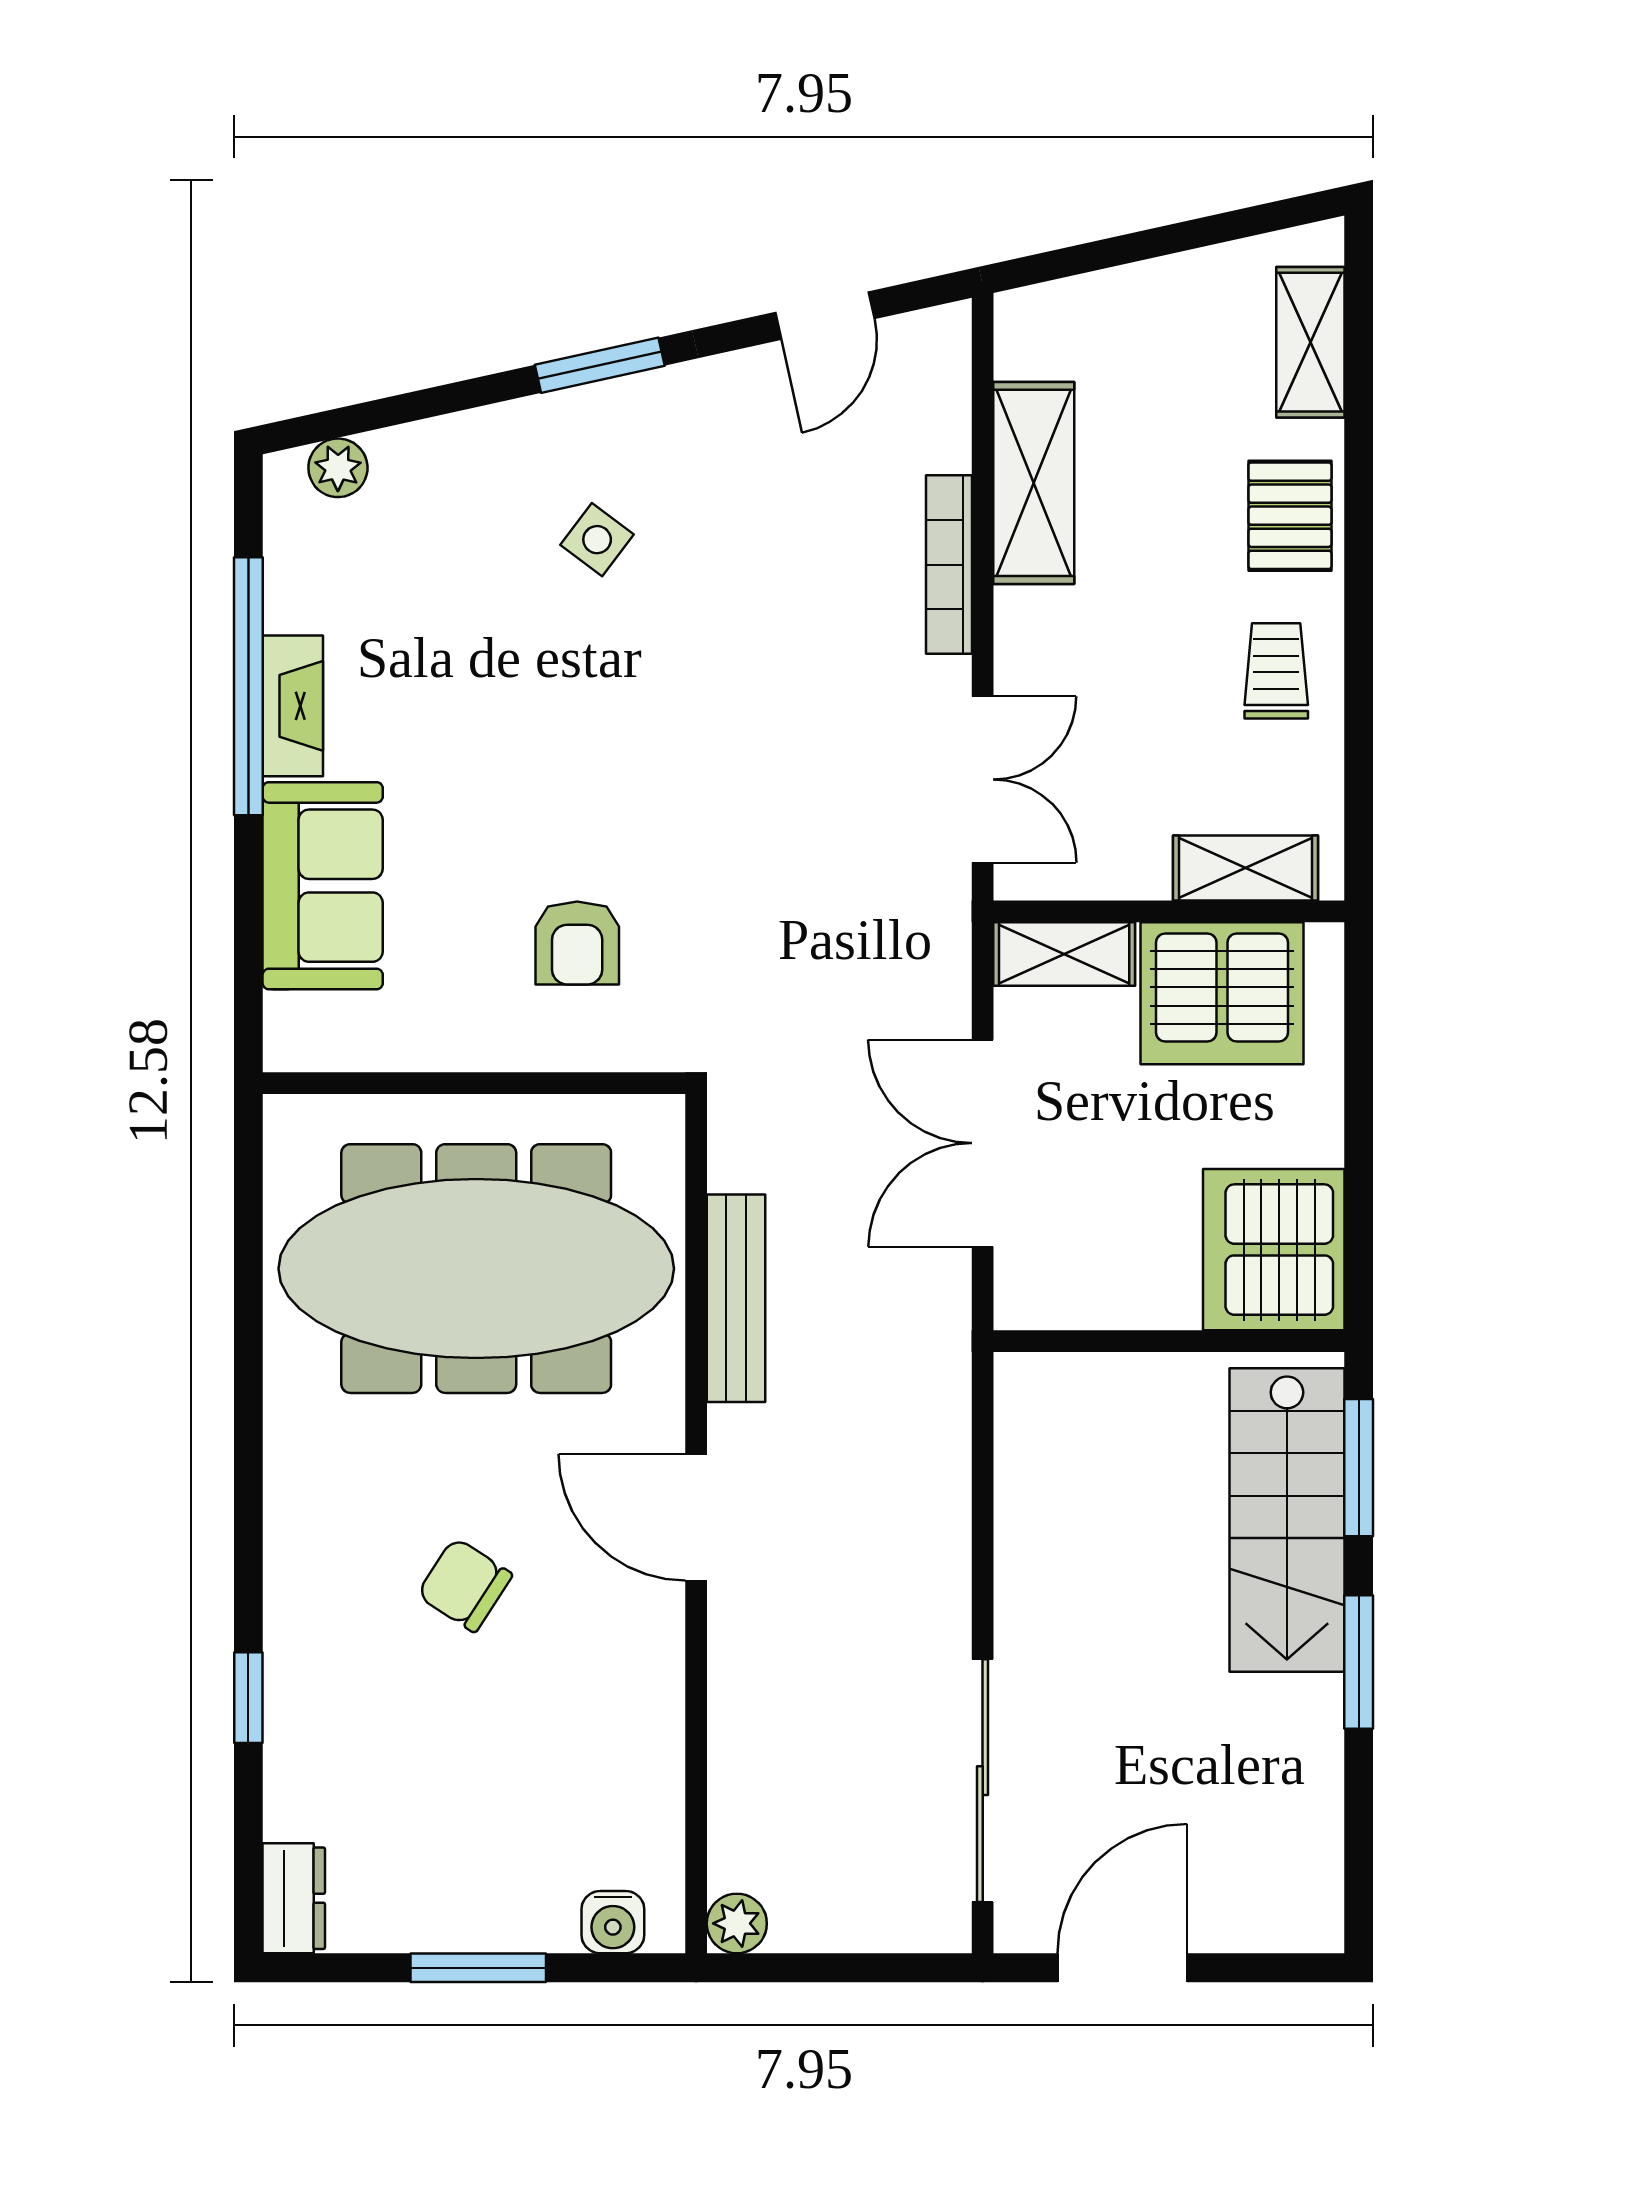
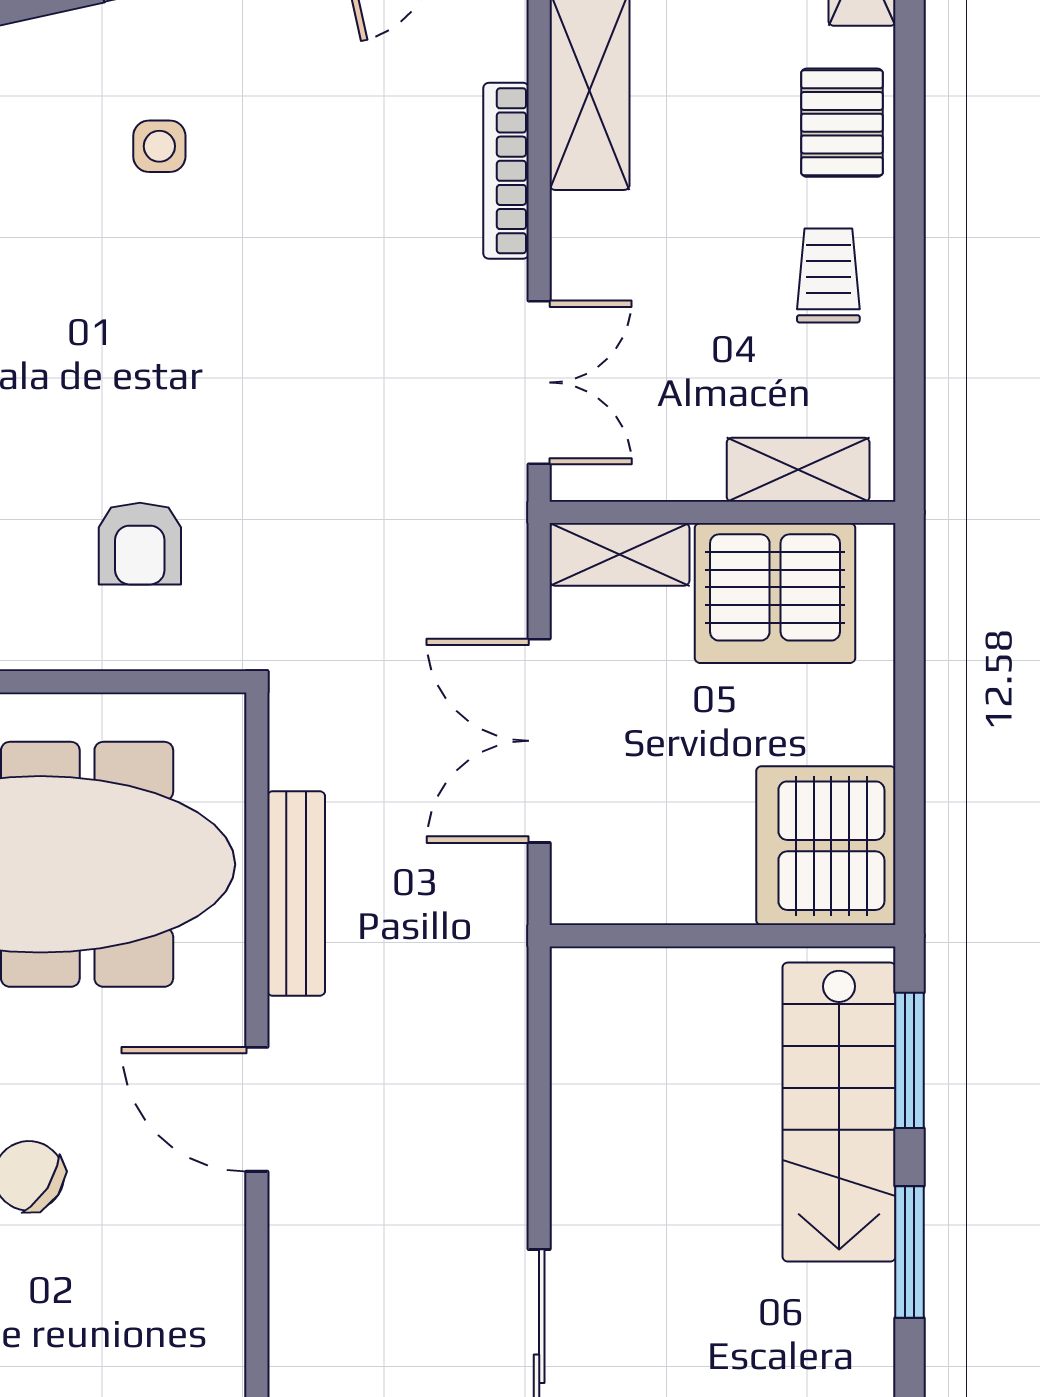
side table: (597, 540) -> (159, 146), turned -37

